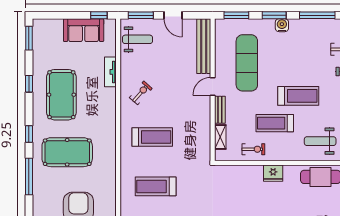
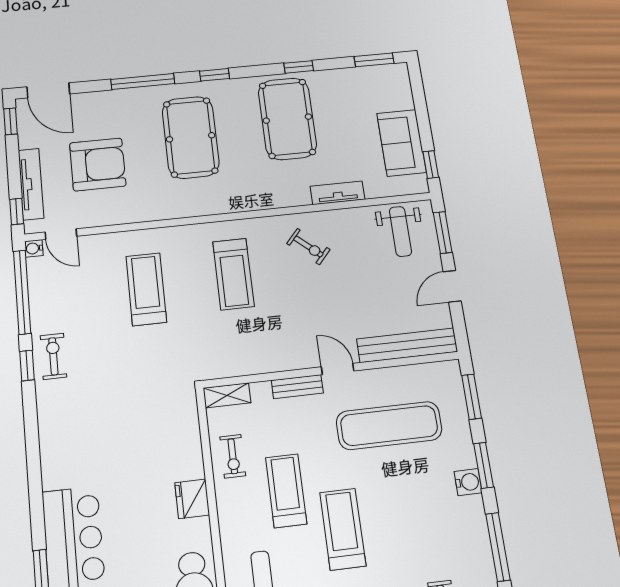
pool table: (61, 95) -> (287, 119), turned 90
treadmill: (298, 96) -> (343, 529), turned 180
shelving: (220, 137) -> (227, 395), moved

